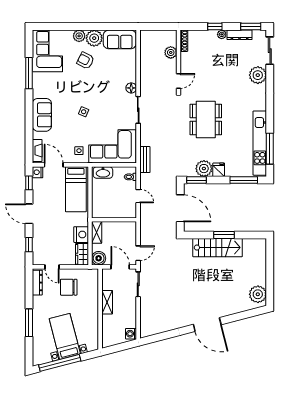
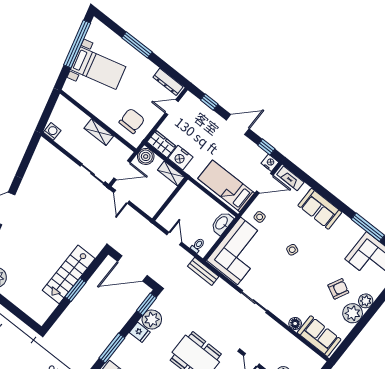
sofa: (120, 39) -> (319, 336), moved, turned 90
floor lamp: (131, 88) -> (295, 324), moved
door: (138, 196) -> (174, 238), swing flipped
chair: (69, 287) -> (132, 121), moved

